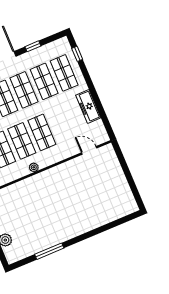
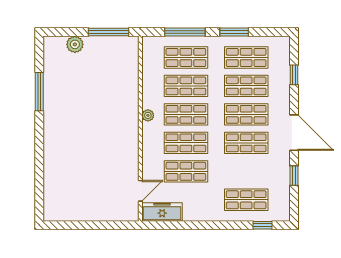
shop shelf: (44, 81) -> (186, 171), moved
freezer: (88, 106) -> (162, 212), moved

